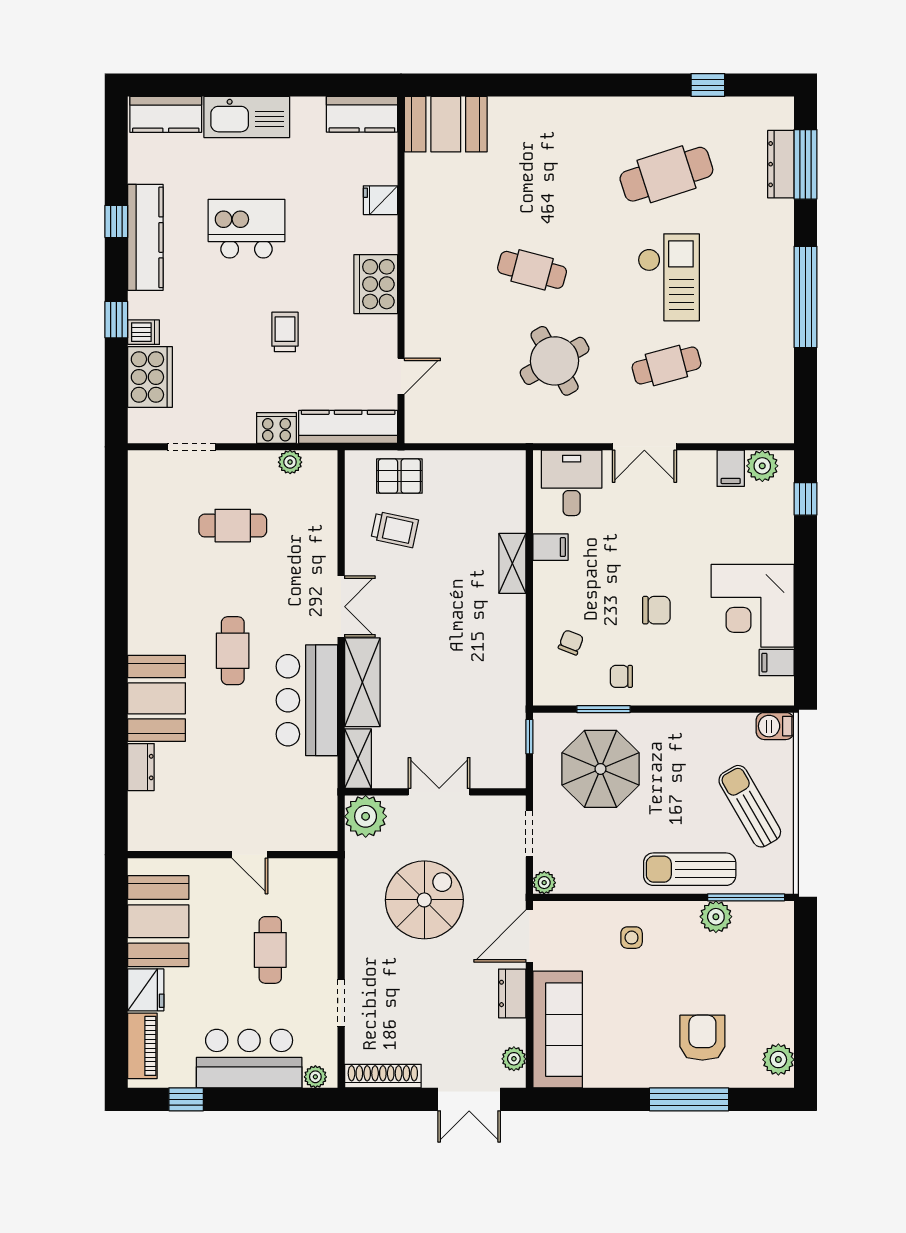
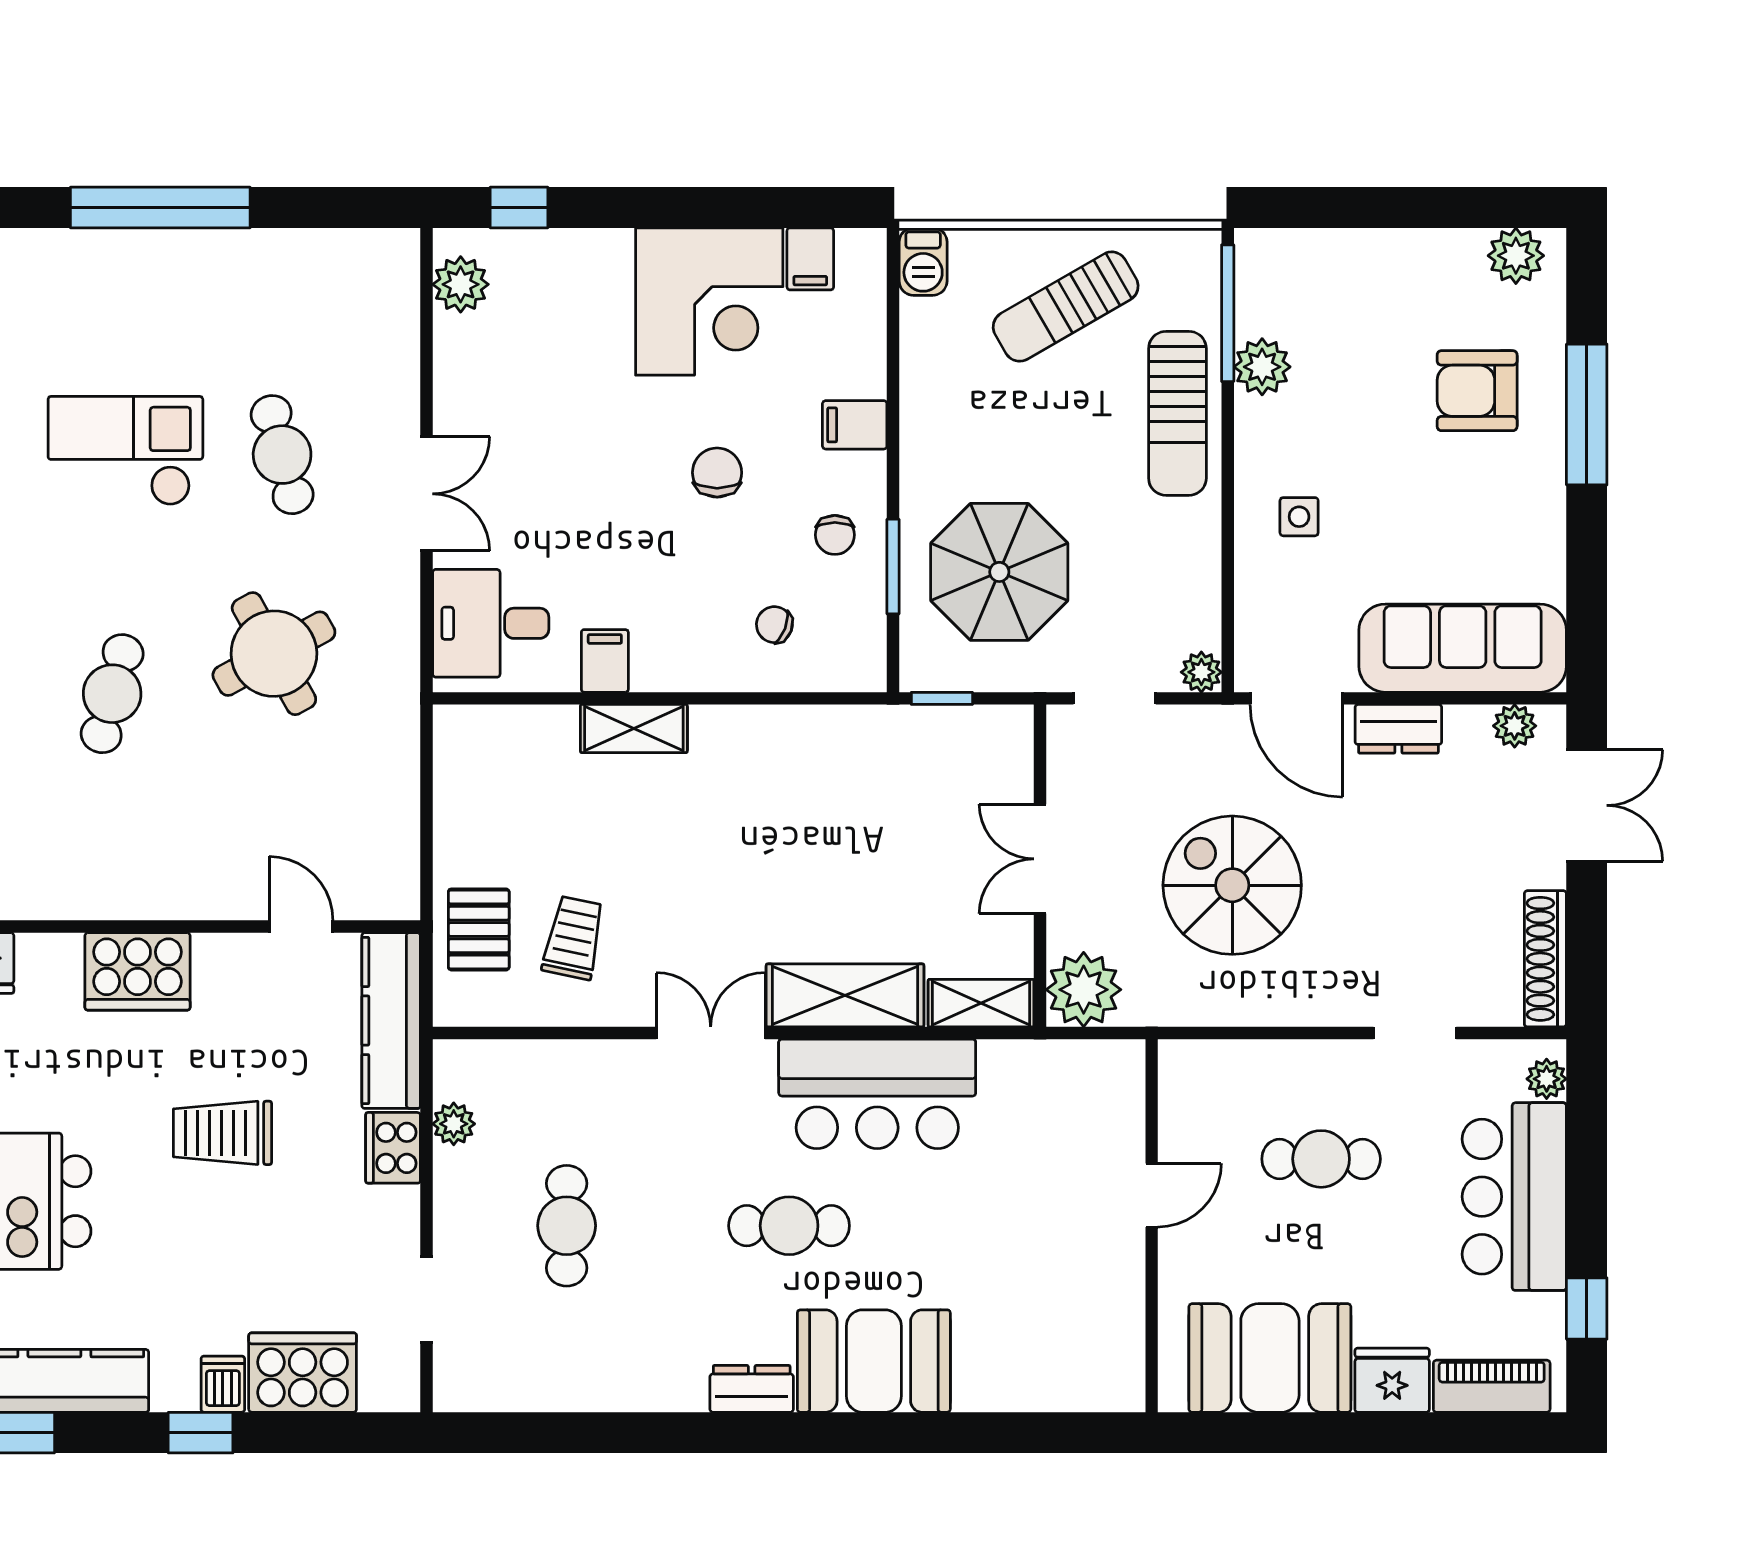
trolley: (285, 332) -> (223, 1133), width x1.36, depth x1.39
filing cabinet: (731, 468) -> (855, 425), moved, turned 180
dresser: (141, 767) -> (752, 1389), moved

